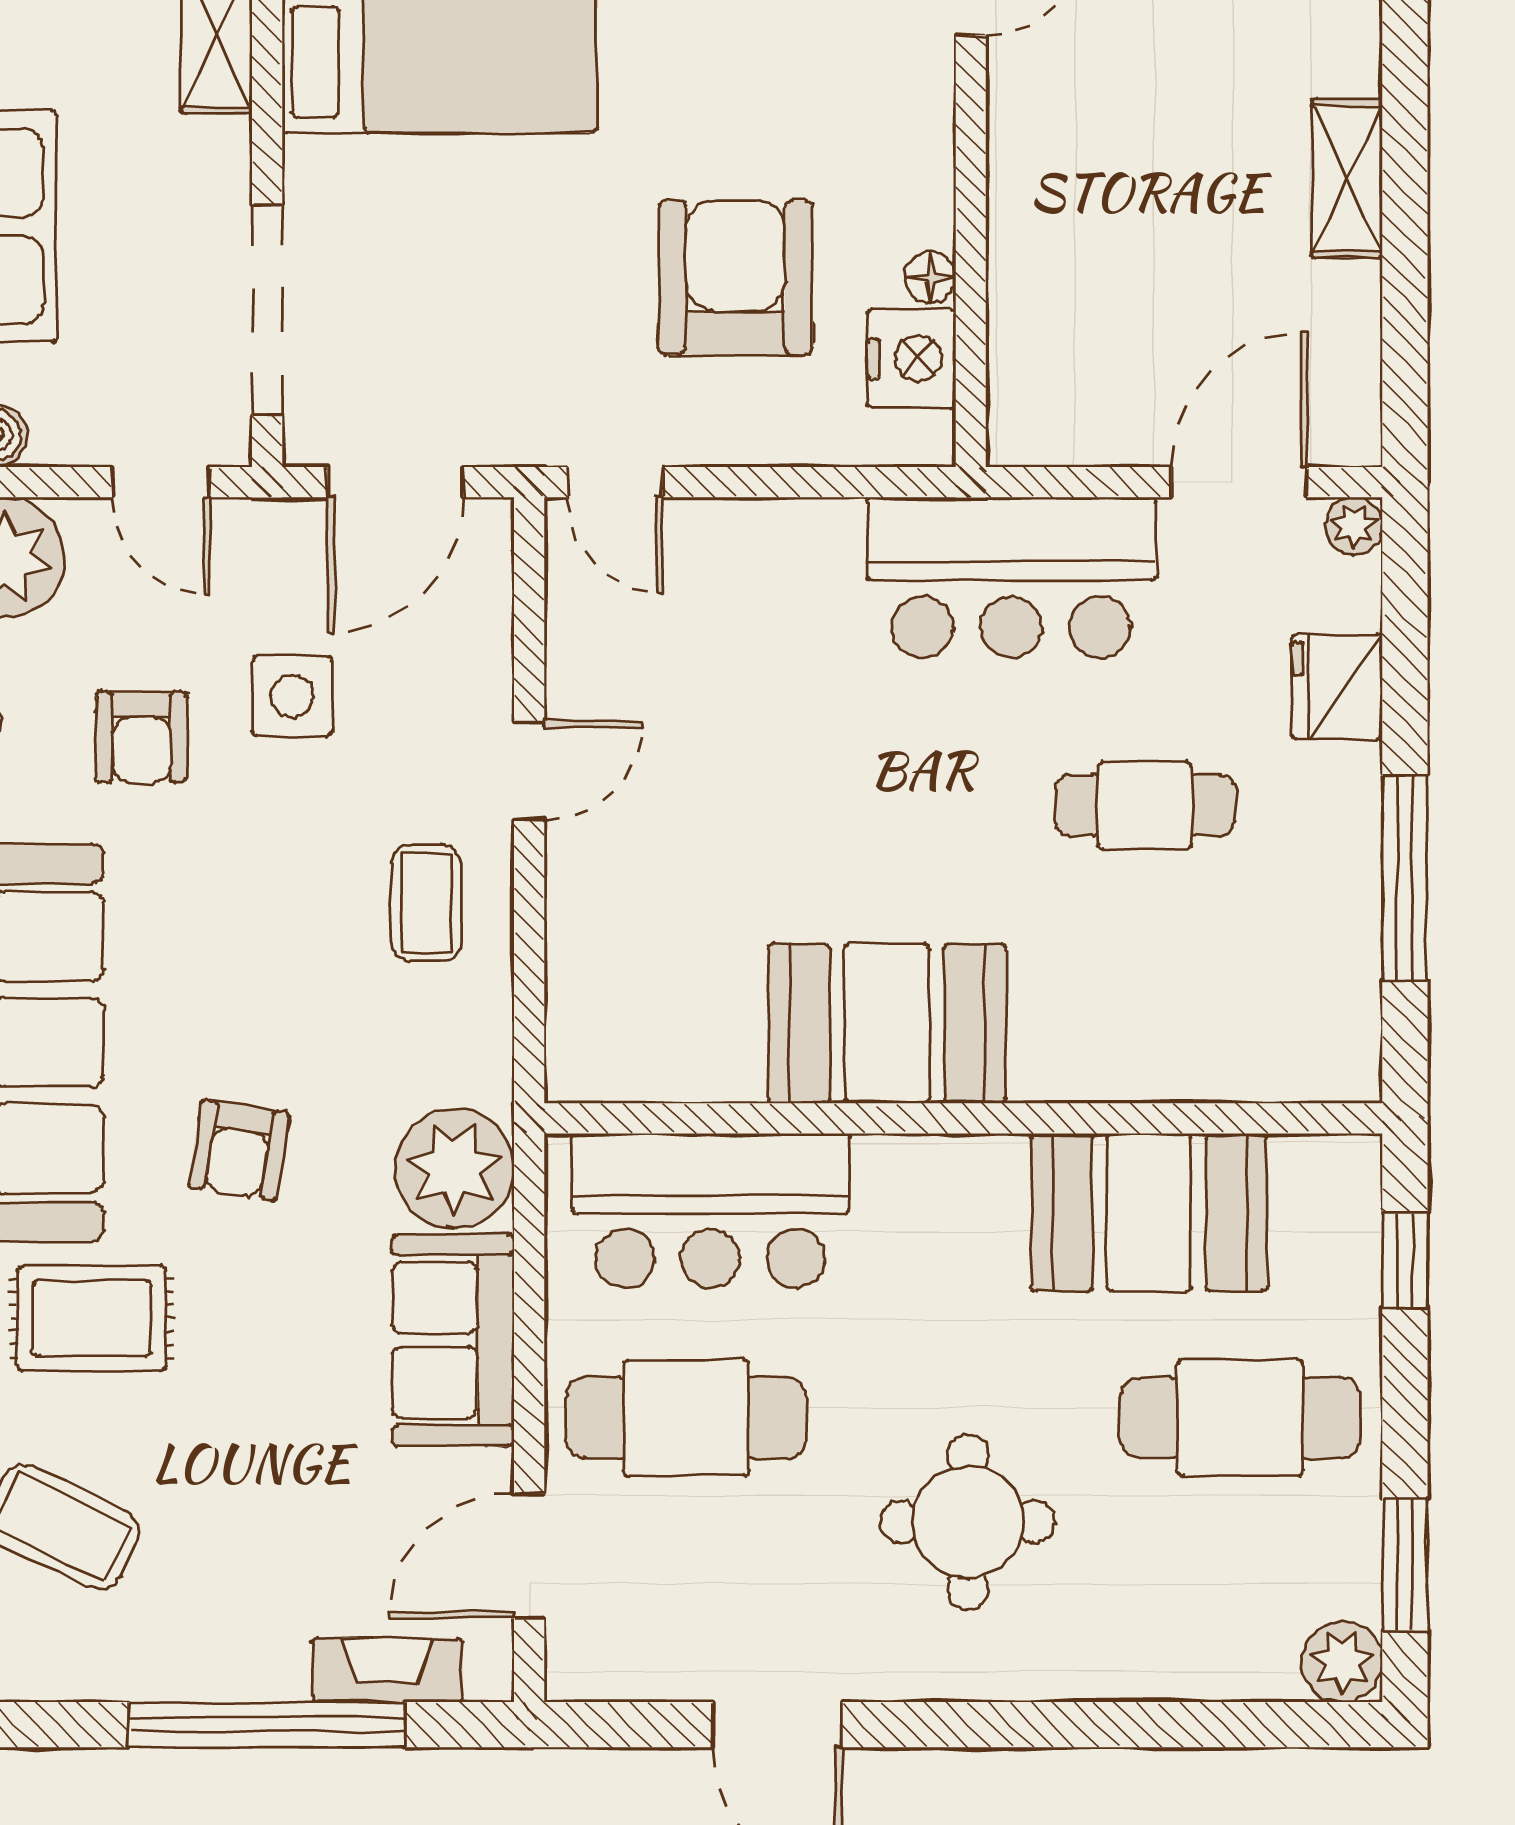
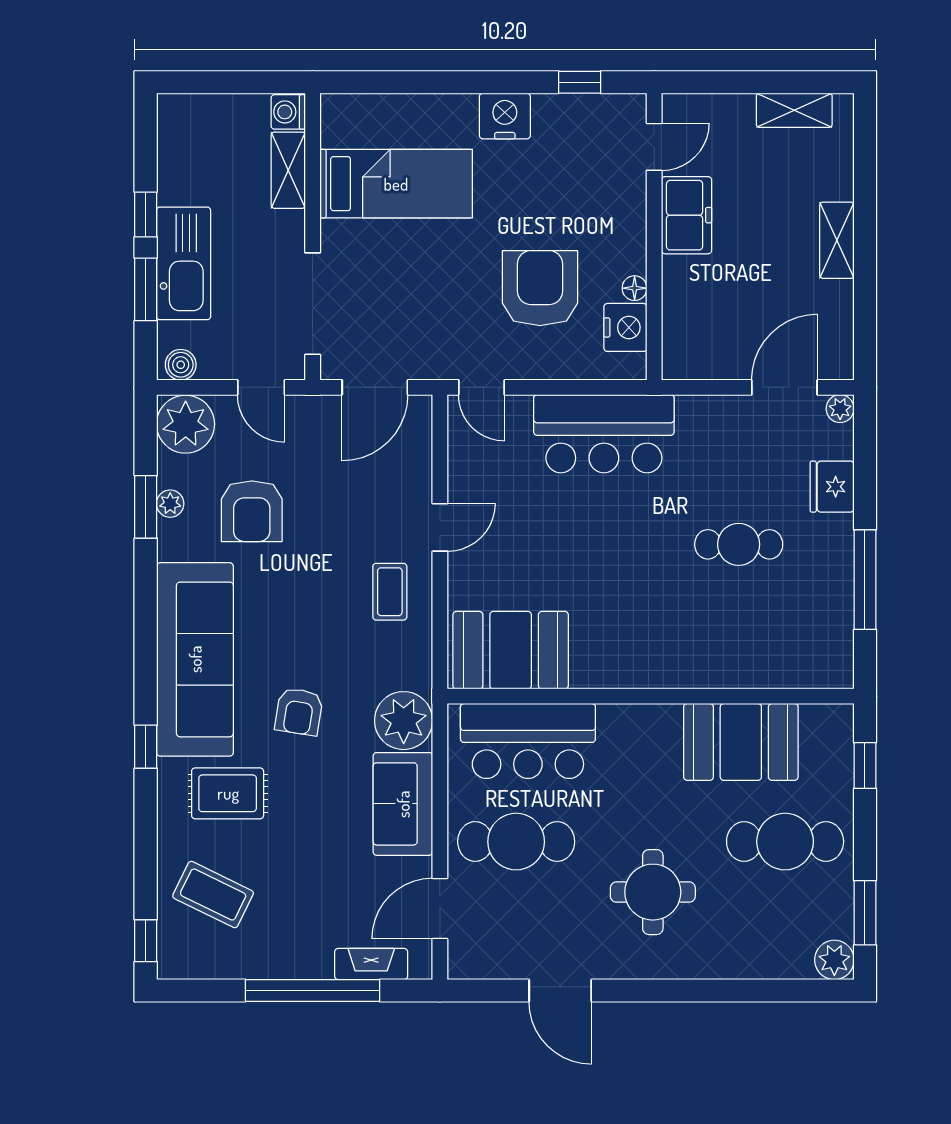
freezer: (1037, 127) -> (687, 215), added
bar counter: (1011, 577) -> (604, 434), moved
side table: (292, 696) -> (325, 491), removed
armchair: (142, 737) -> (252, 511), width x1.38, depth x1.38
booth: (887, 1023) -> (511, 650), moved

